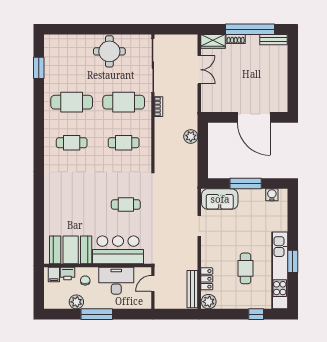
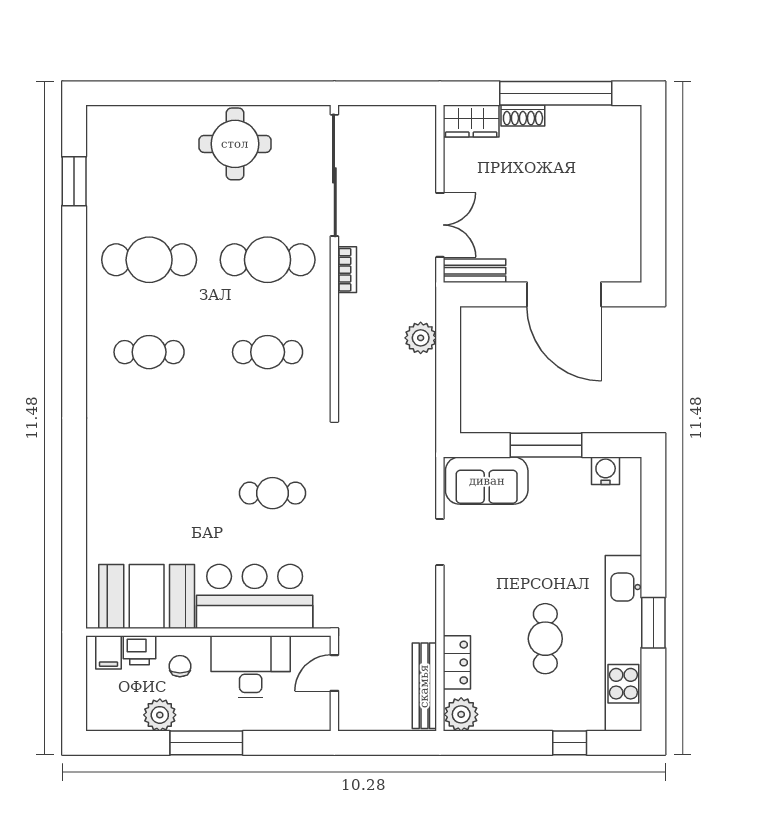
bench: (273, 40) -> (475, 271), moved
double door: (199, 70) -> (440, 225), moved

